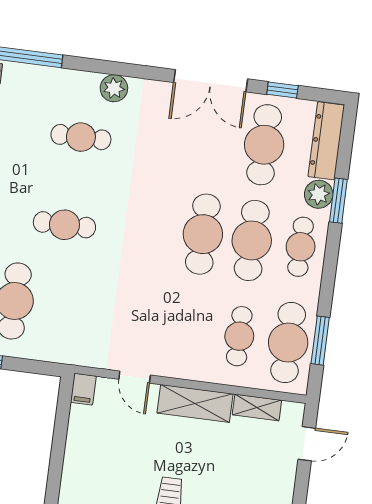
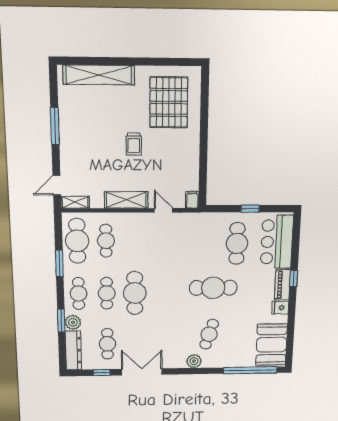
cafe table: (81, 137) -> (209, 334), turned -73
cafe table: (264, 145) -> (107, 344), width x0.73, depth x0.74
cafe table: (64, 225) -> (213, 288), width x1.37, depth x1.35
cafe table: (252, 240) -> (107, 293), width x0.73, depth x0.74
window: (320, 341) -> (59, 263), moved
shelving: (257, 407) -> (75, 202), moved

